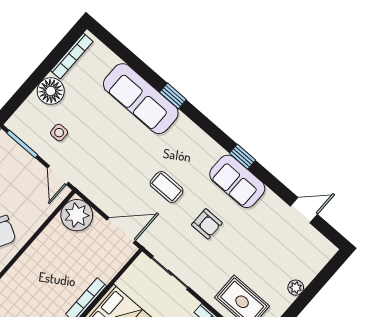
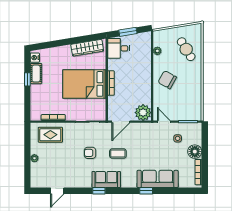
sofa: (237, 181) -> (106, 179), moved

